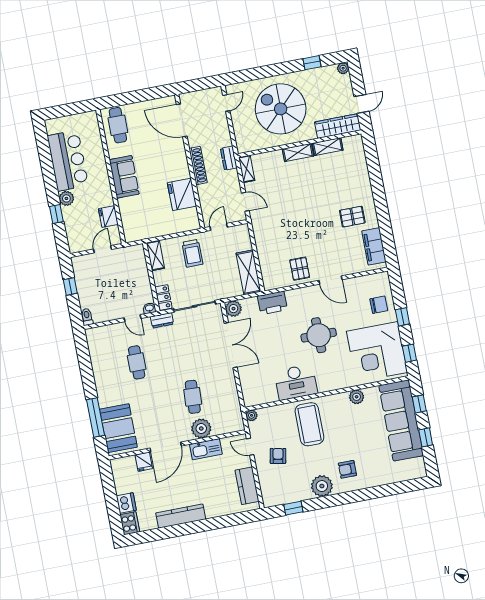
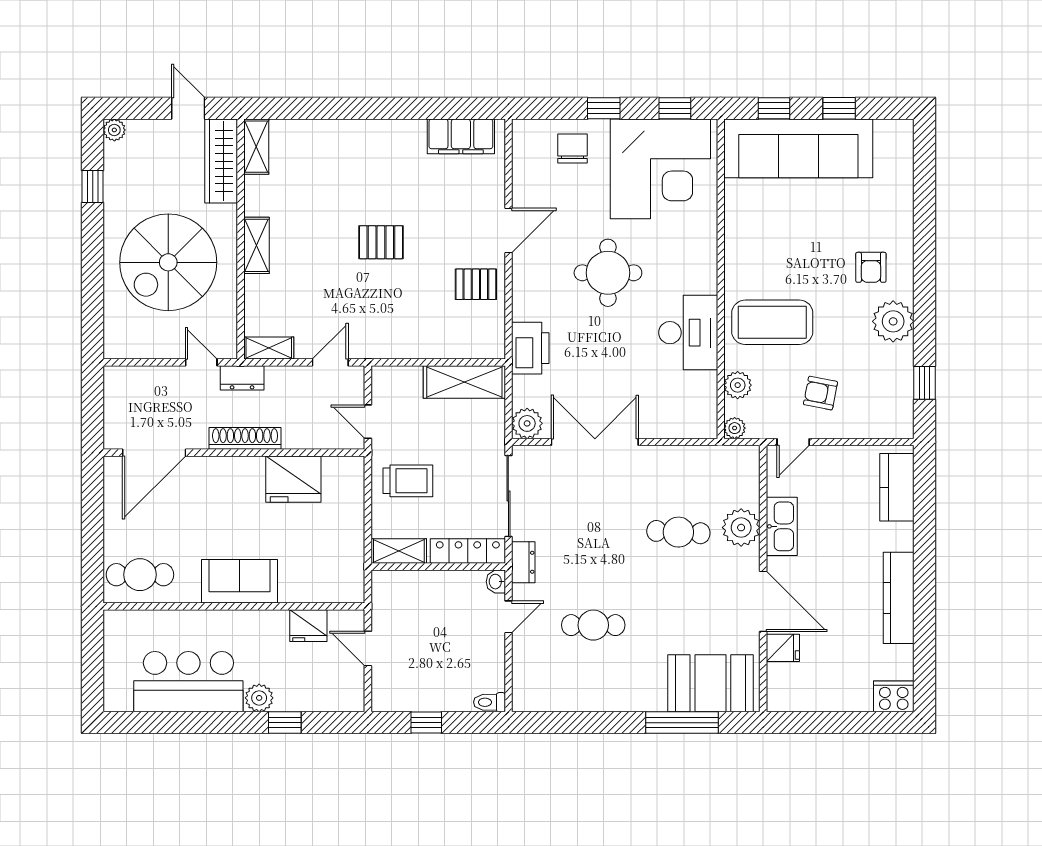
door: (226, 103) -> (201, 362), moved
shelving: (328, 147) -> (256, 147), moved
pallet: (352, 217) -> (381, 242), moved, turned 90
locker: (164, 297) -> (468, 551), width x1.53
plant: (357, 397) -> (738, 385), moved
kitchen counter: (247, 486) -> (897, 487), moved, turned 90
dishwasher: (126, 503) -> (854, 696), removed

